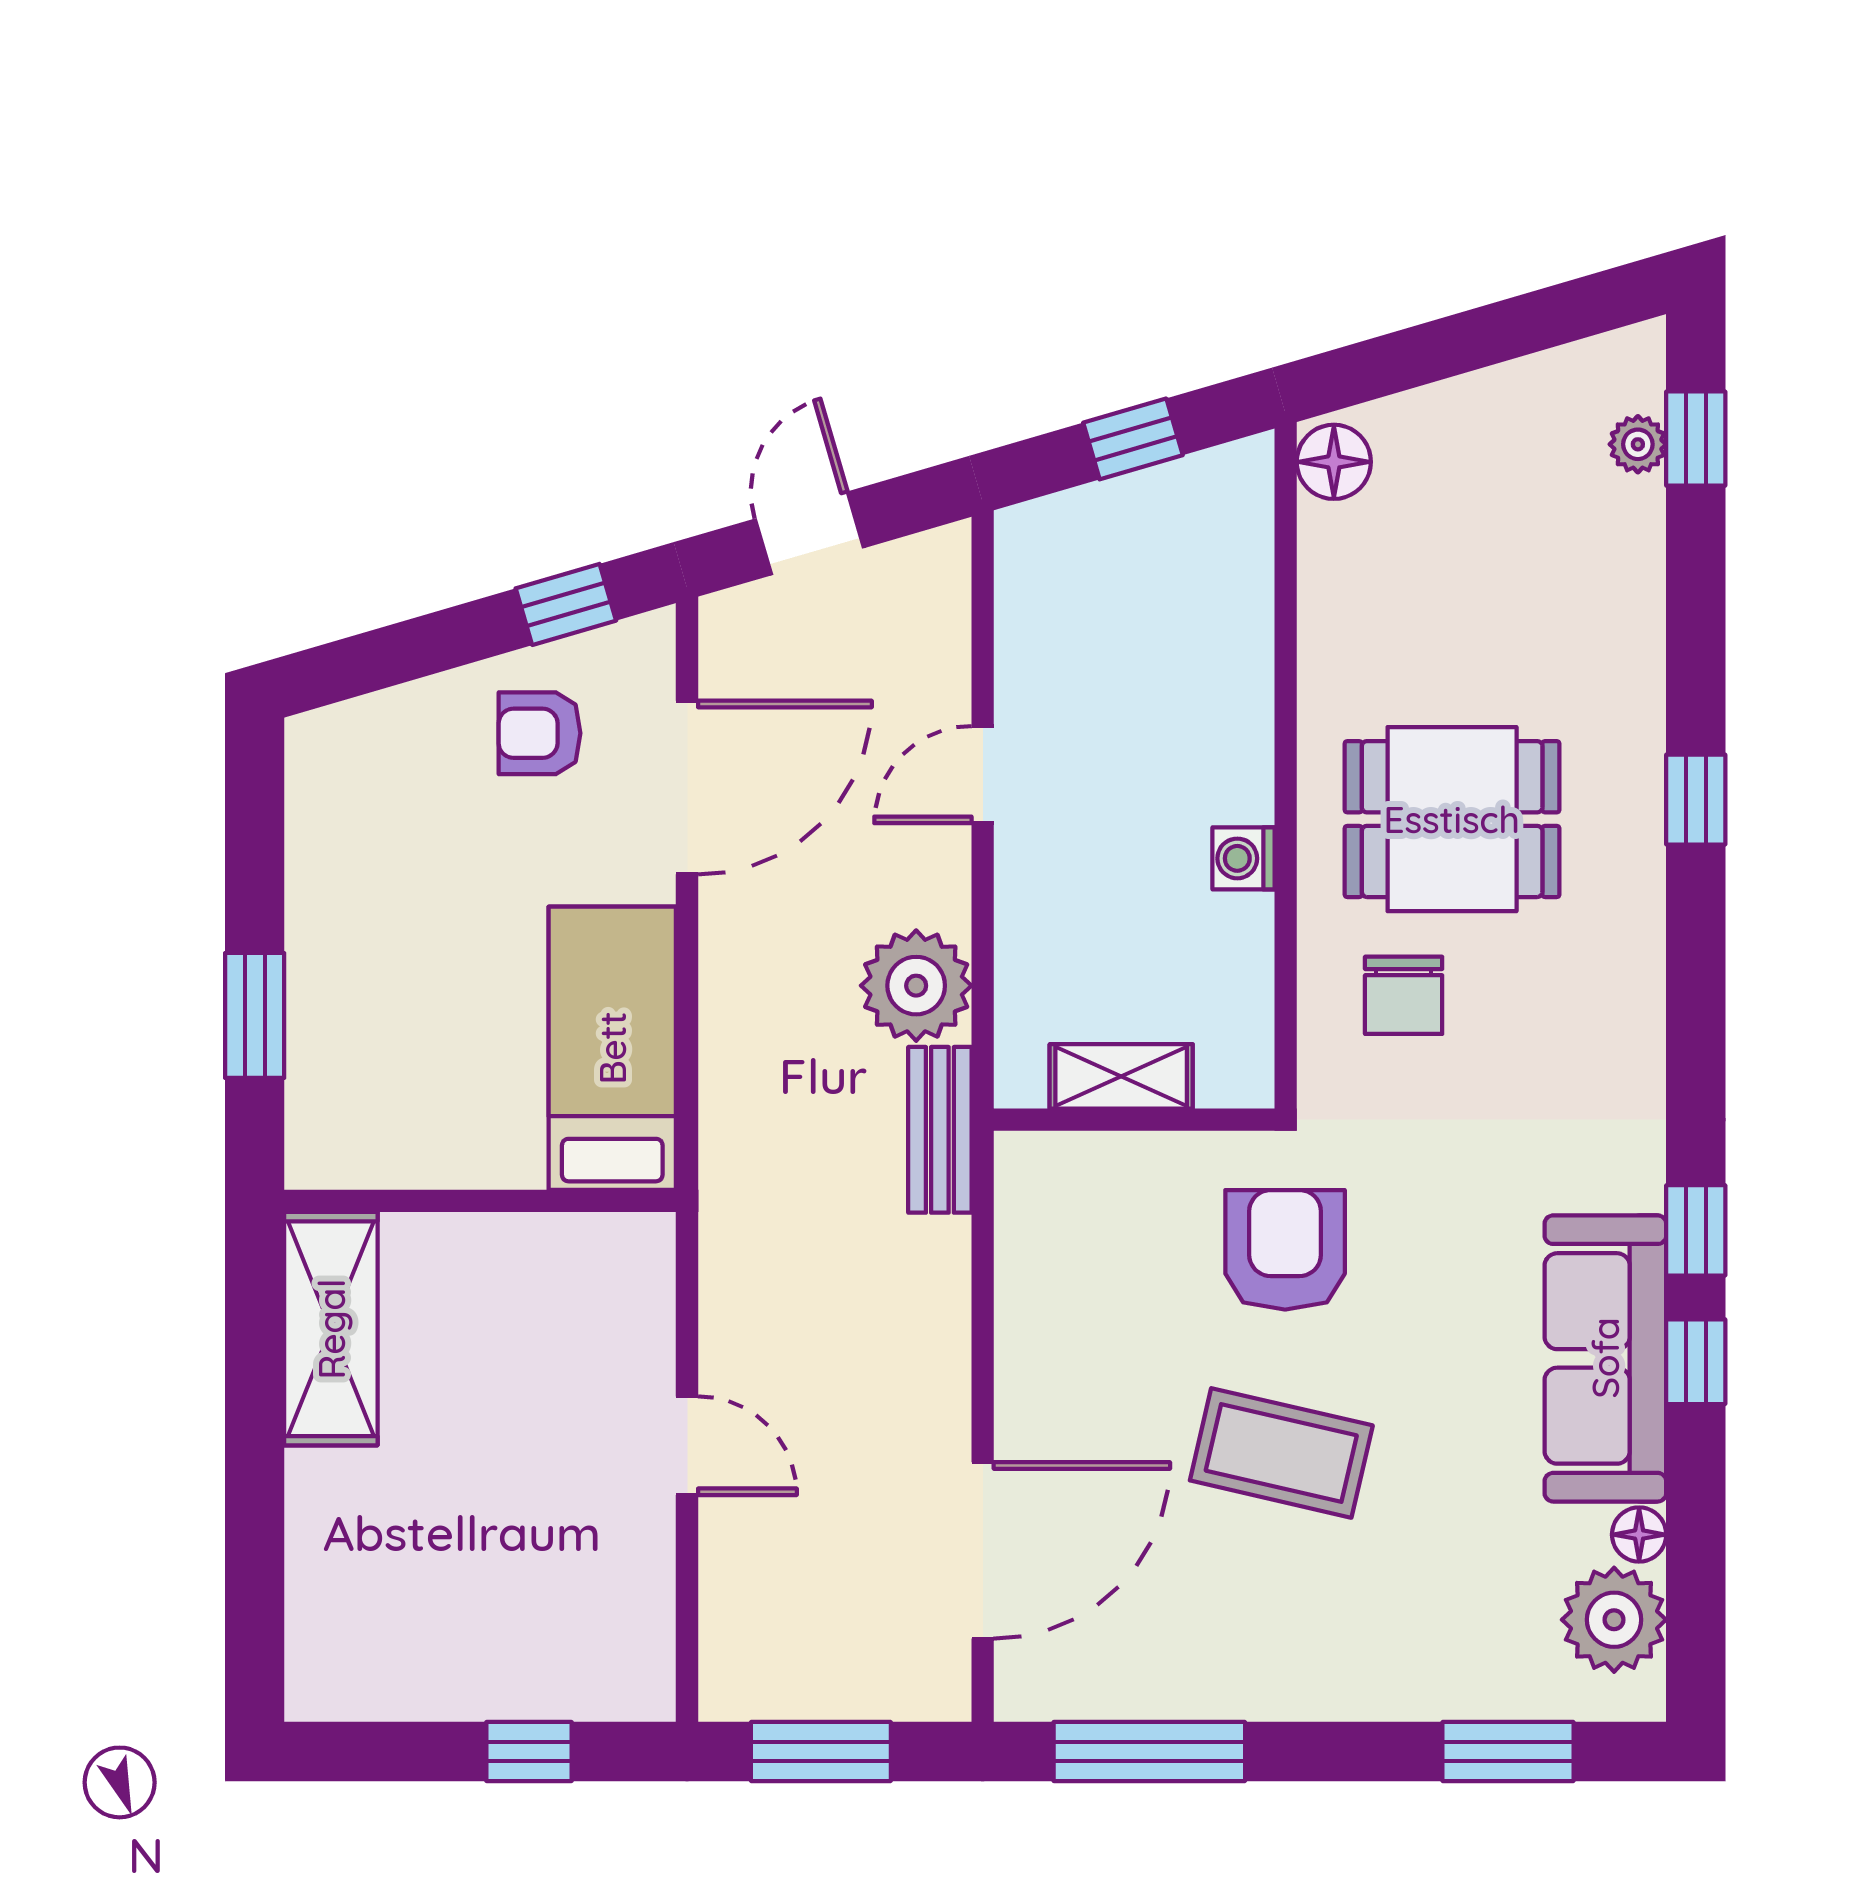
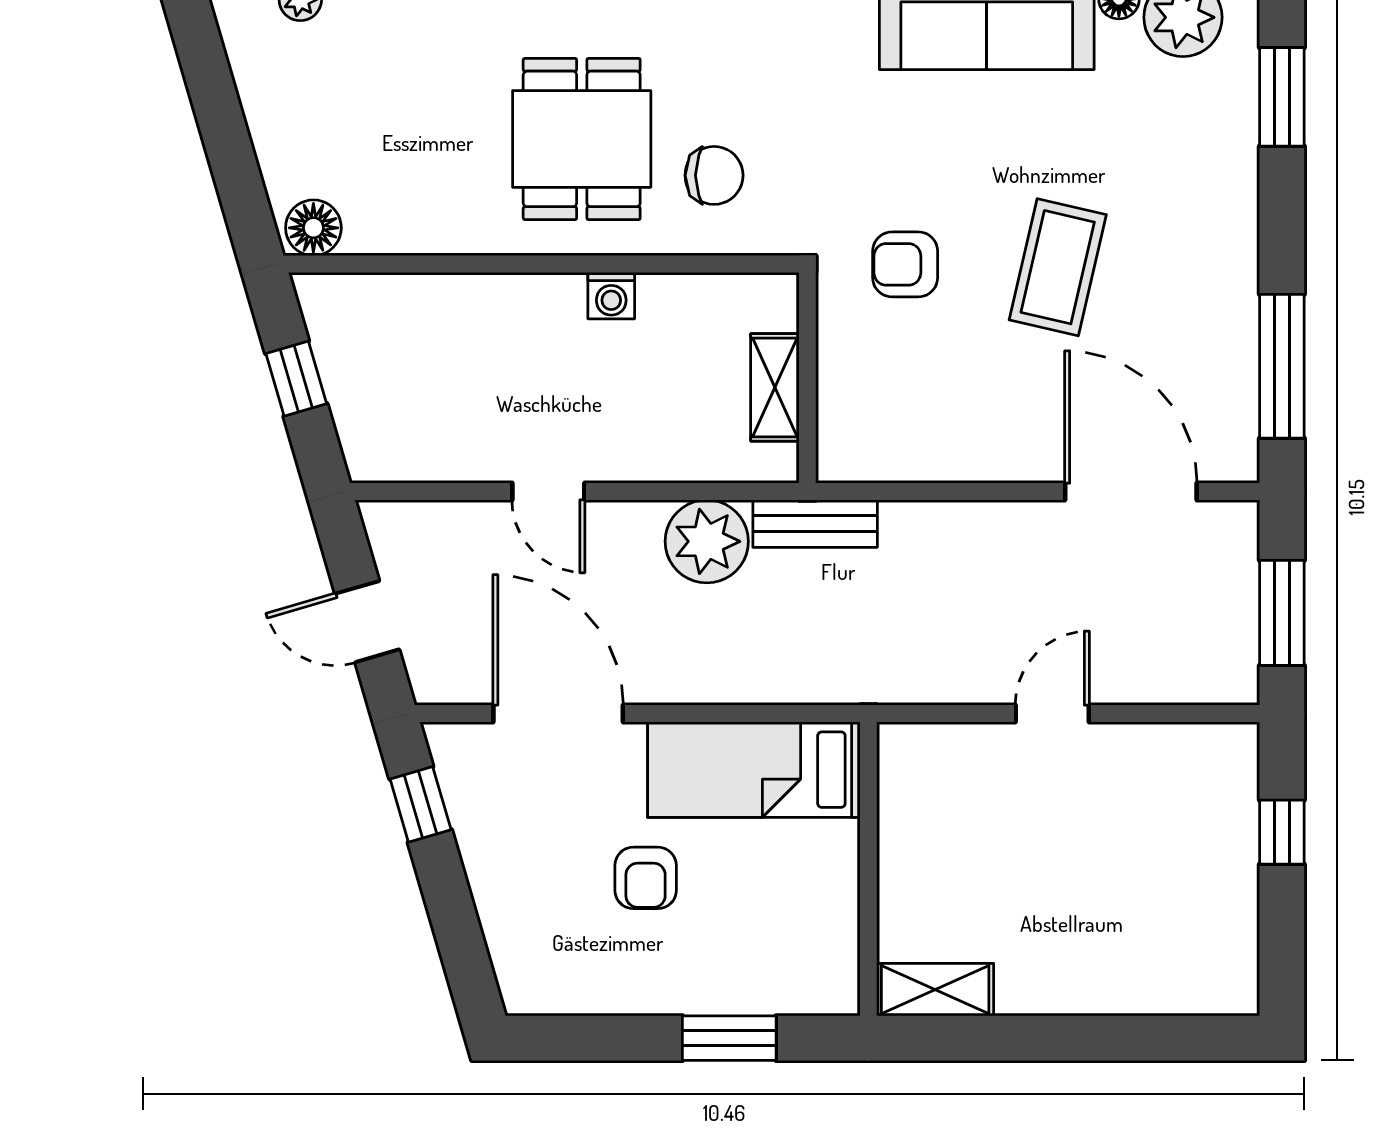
armchair: (540, 733) -> (646, 878), moved
armchair: (1285, 1250) -> (905, 264), width x0.72, depth x0.72
shelving: (331, 1329) -> (935, 990), width x0.67, depth x0.75

